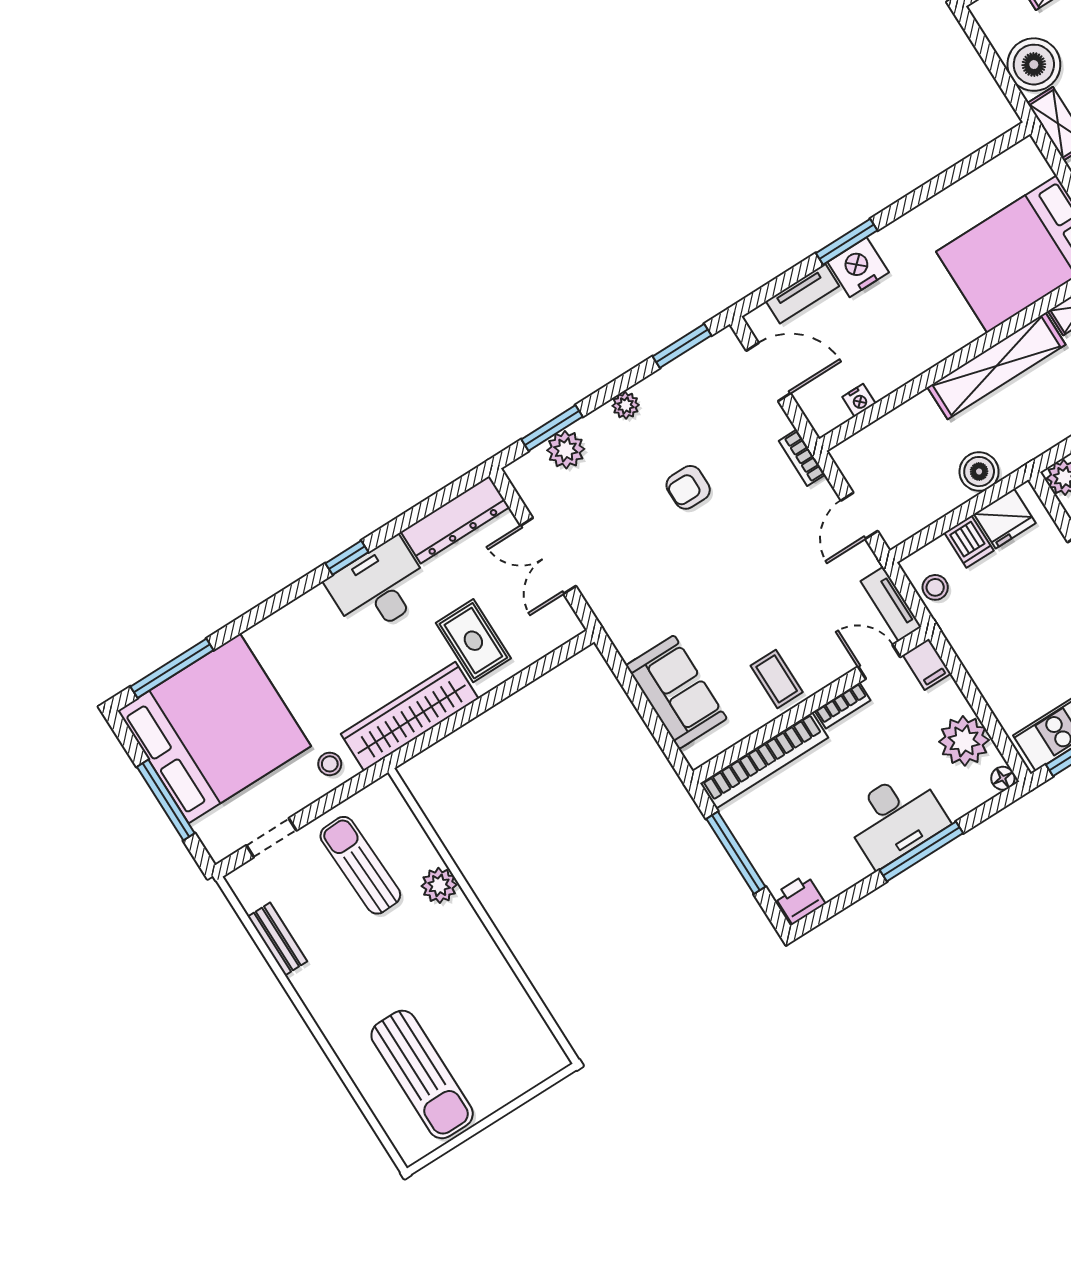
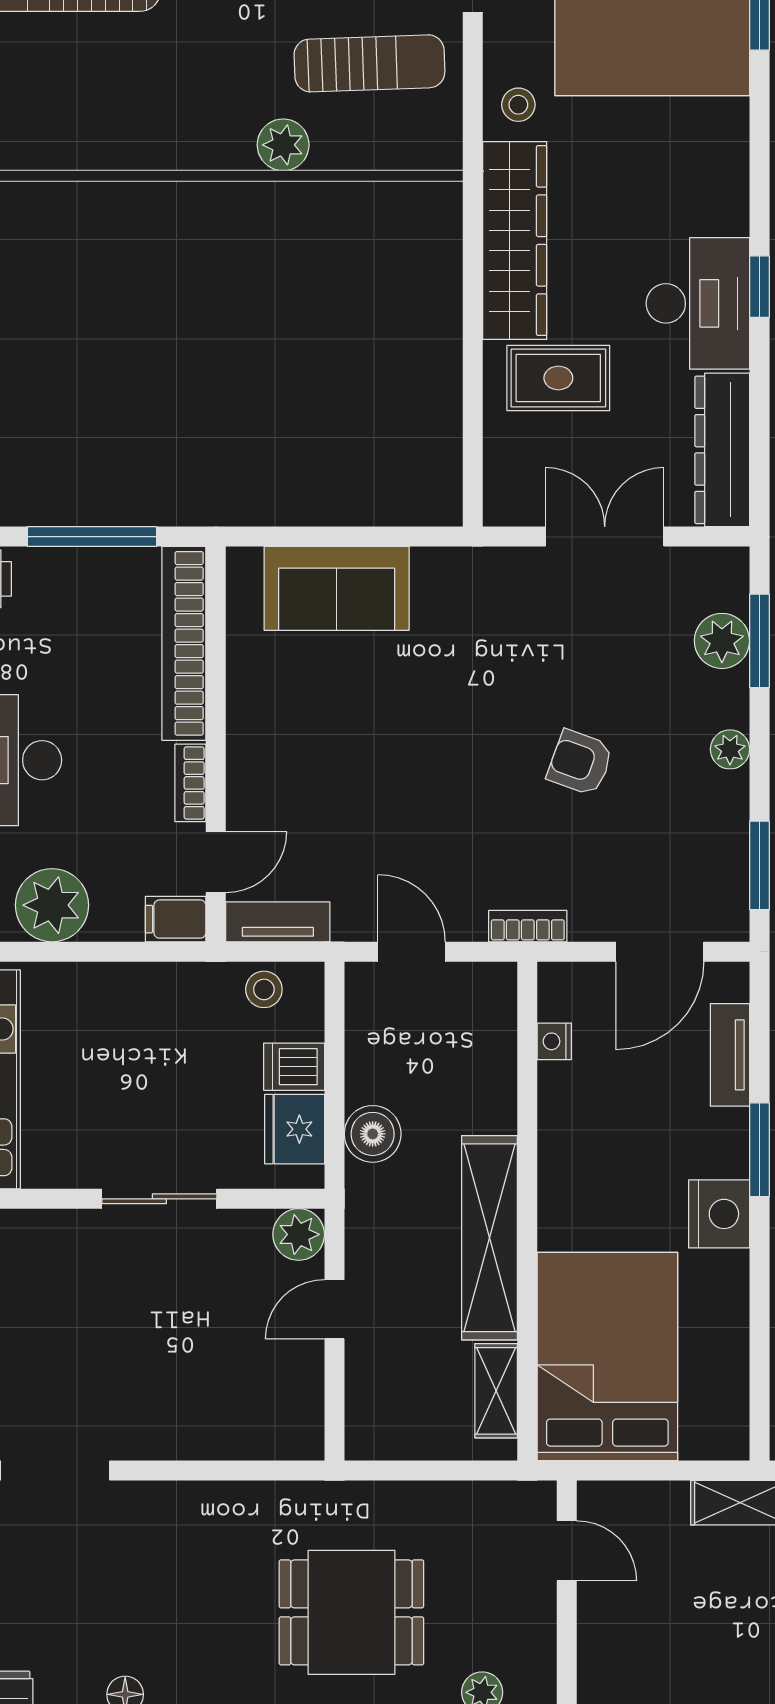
nightstand: (858, 267) -> (719, 1214), moved
armchair: (688, 487) -> (580, 763), turned -70
coffee table: (777, 679) -> (275, 722), removed

